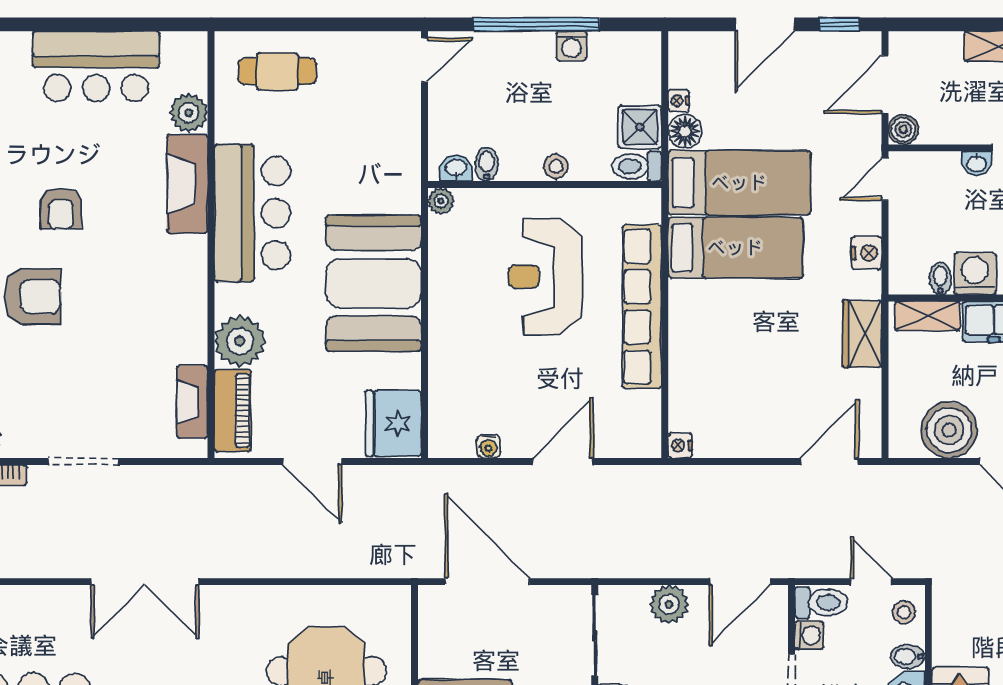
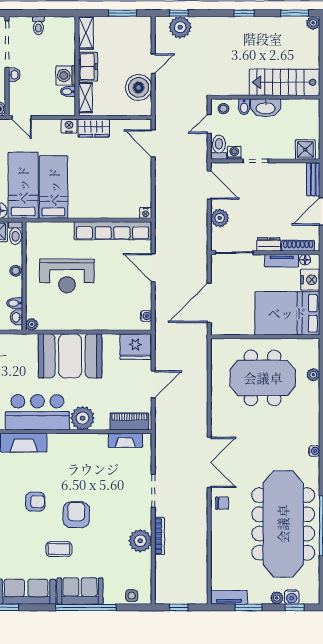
nightstand: (867, 253) -> (69, 126), moved
row of seats: (642, 307) -> (113, 231), moved
plant: (240, 341) -> (82, 418), moved
water cooler: (488, 446) -> (146, 316), moved
chair: (57, 609) -> (222, 503), added

